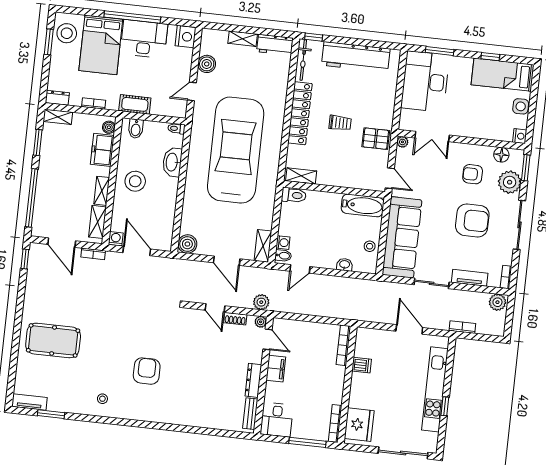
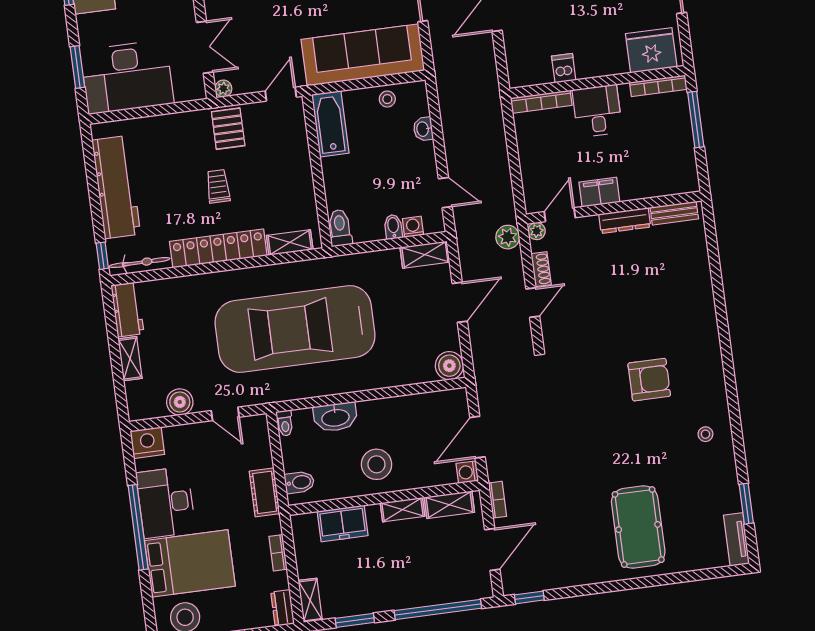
boiler: (109, 127) -> (307, 522), removed
shelving: (301, 176) -> (290, 242), moved, turned 90
bidet: (283, 256) -> (393, 227), moved
armchair: (147, 371) -> (649, 380), turned 180
desk: (277, 420) -> (597, 111), moved, turned -90

